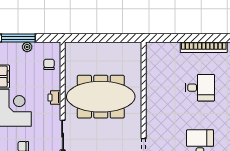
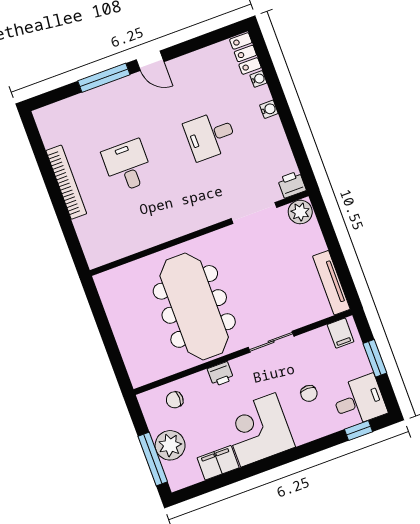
plant: (27, 47) -> (170, 445), width x1.88, depth x1.88

